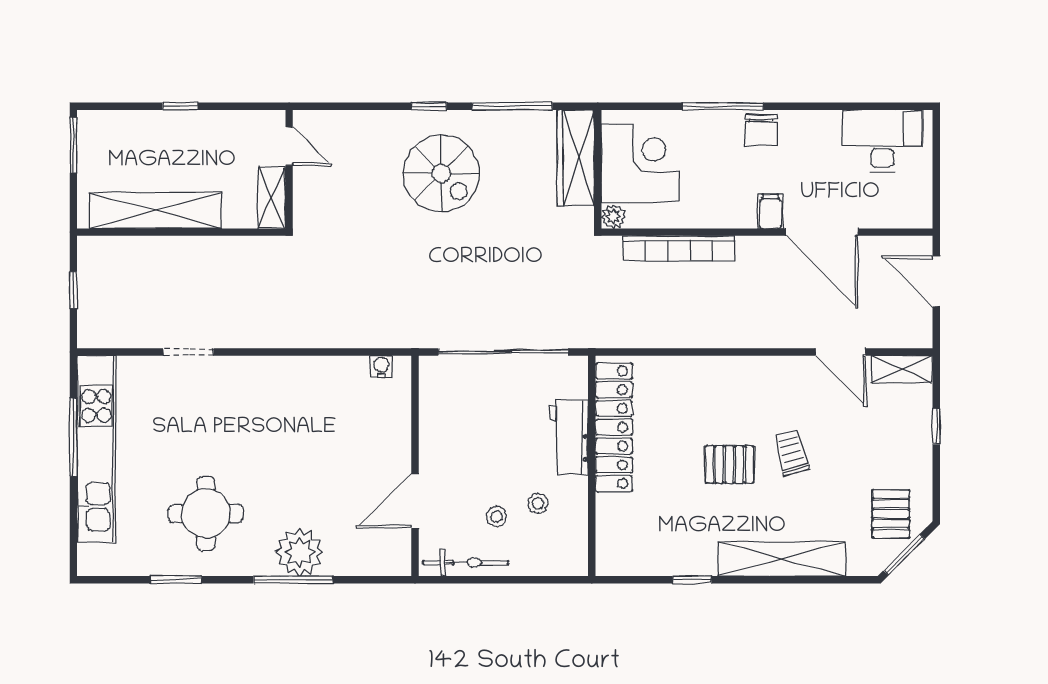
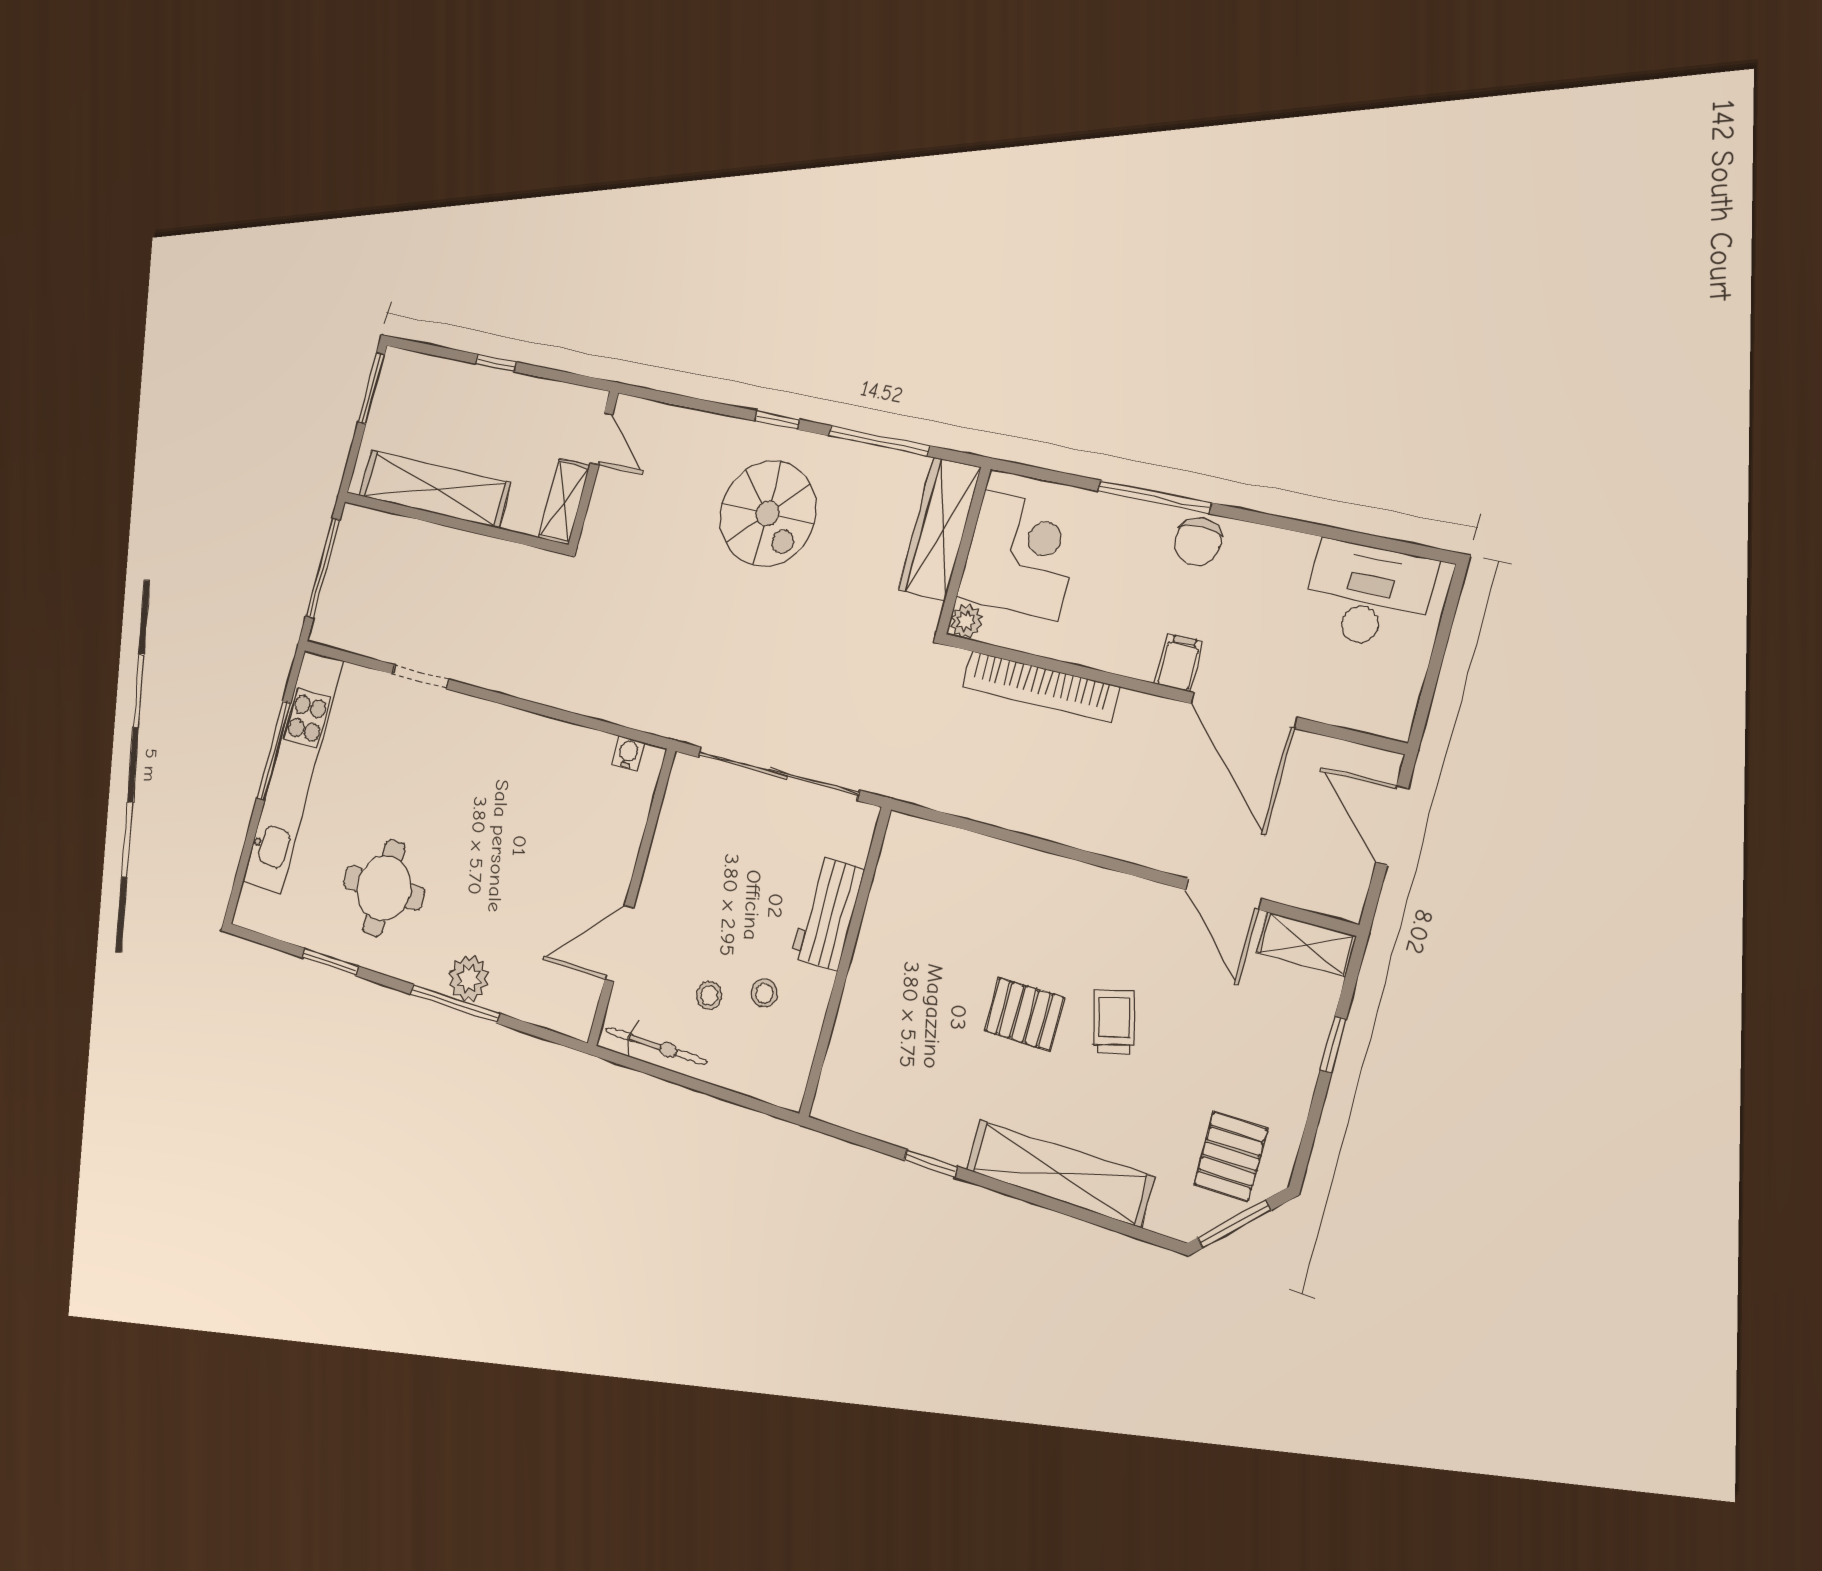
window: (73, 290) -> (323, 568), width x2.17
locker: (614, 427) -> (888, 916), removed
plant: (300, 552) -> (469, 978), width x0.73, depth x0.73

